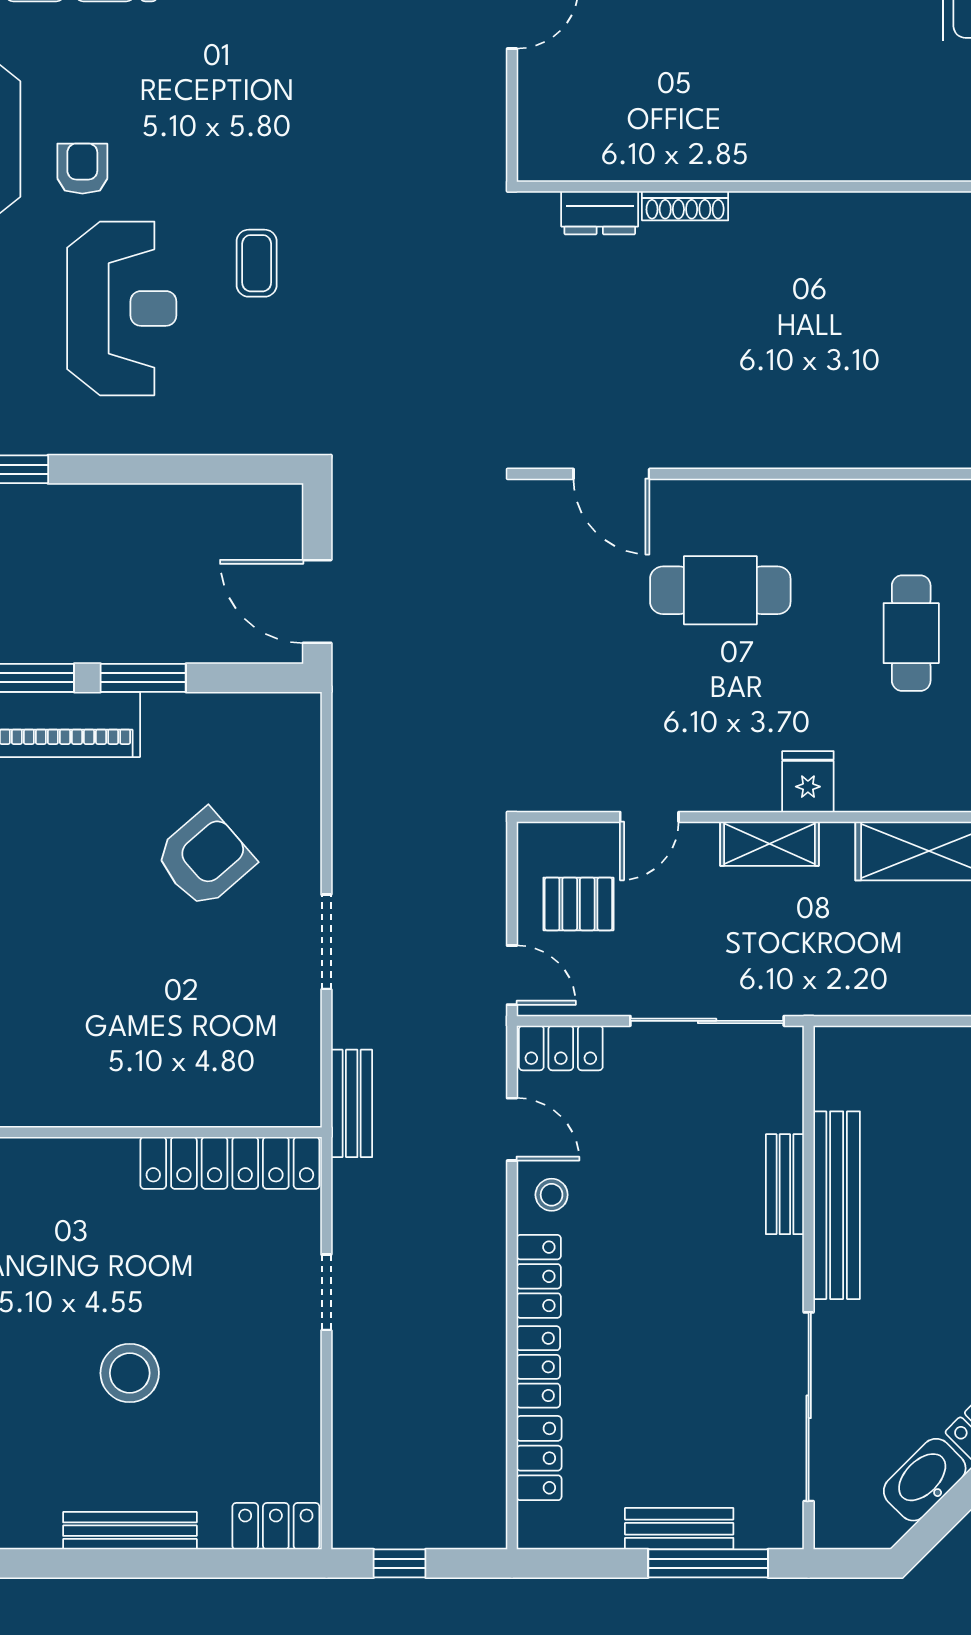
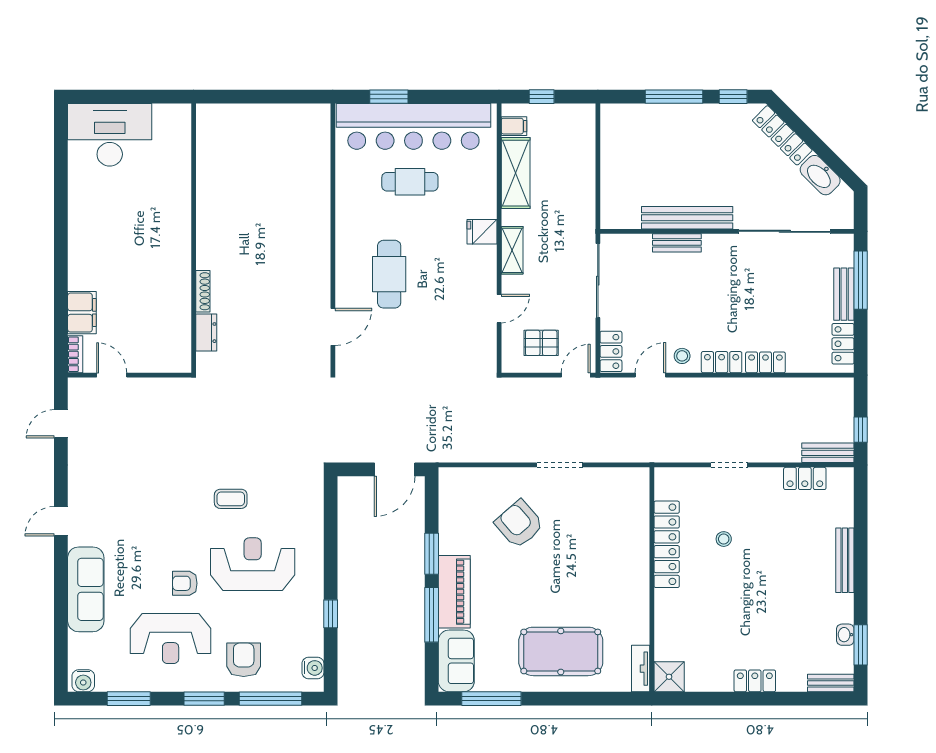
door: (649, 817) -> (499, 309), hinge flipped
pallet: (578, 904) -> (541, 343), turned 90
bench: (352, 1103) -> (828, 453), moved
locker: (230, 1163) -> (667, 544), moved
stool: (130, 1373) -> (724, 539), moved, width x0.53, depth x0.53
locker: (539, 1458) -> (843, 344), moved, turned -90
locker: (276, 1526) -> (805, 478), moved, turned -90

